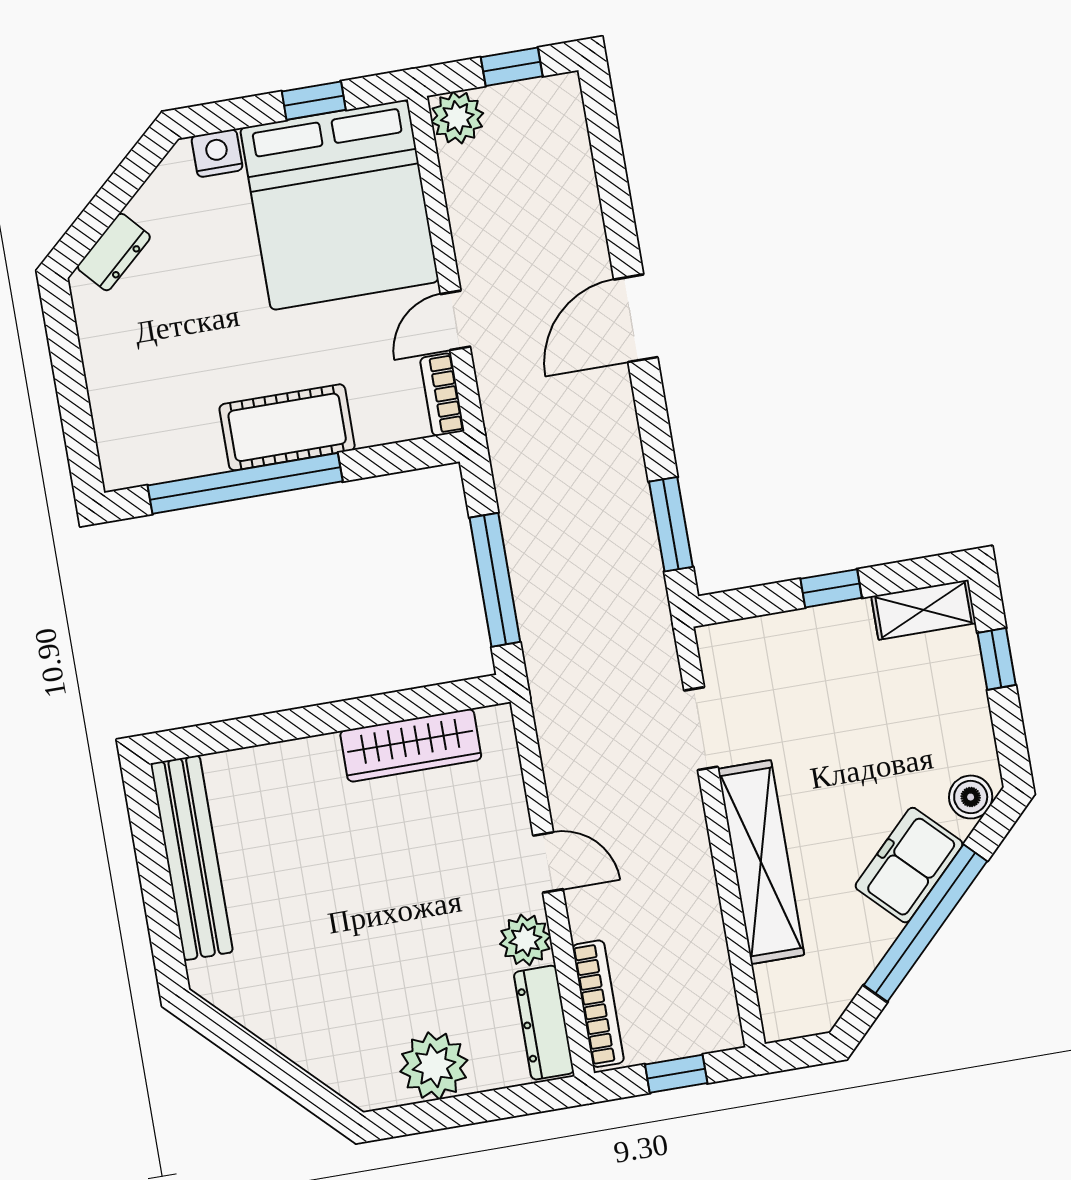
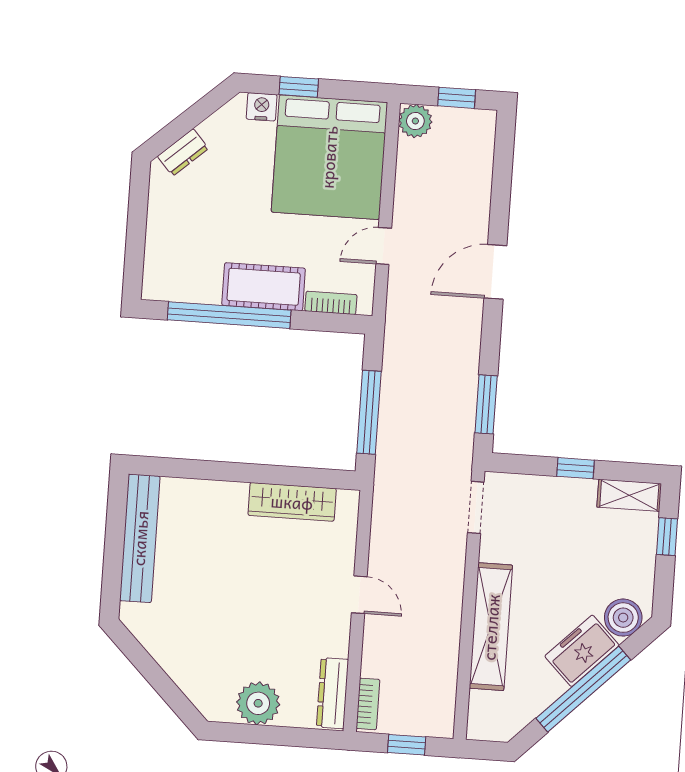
window: (314, 101) -> (299, 87), moved
bookcase: (442, 395) -> (331, 303), moved, turned 90
doorway: (701, 729) -> (476, 507), moved
boiler: (971, 797) -> (623, 618), width x1.36, depth x1.36
plant: (525, 940) -> (334, 639), removed
bookcase: (598, 1004) -> (368, 704), width x0.64

